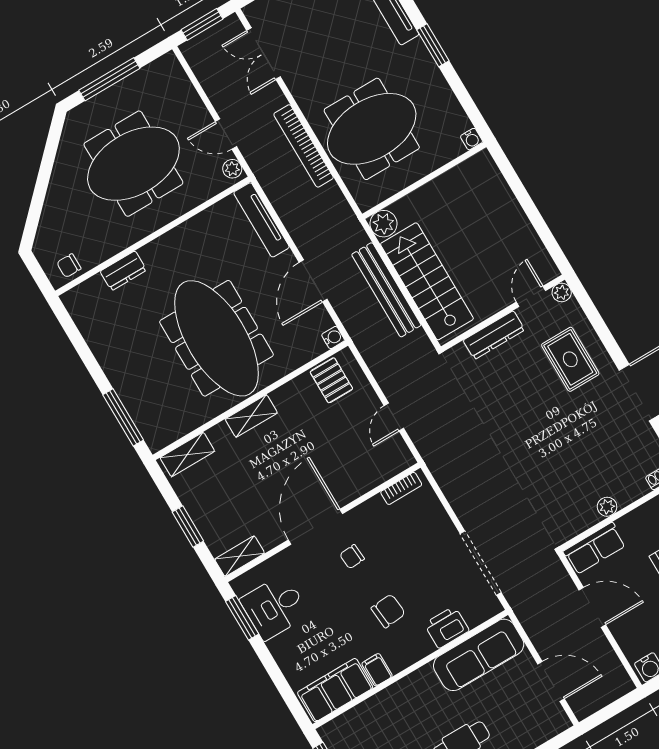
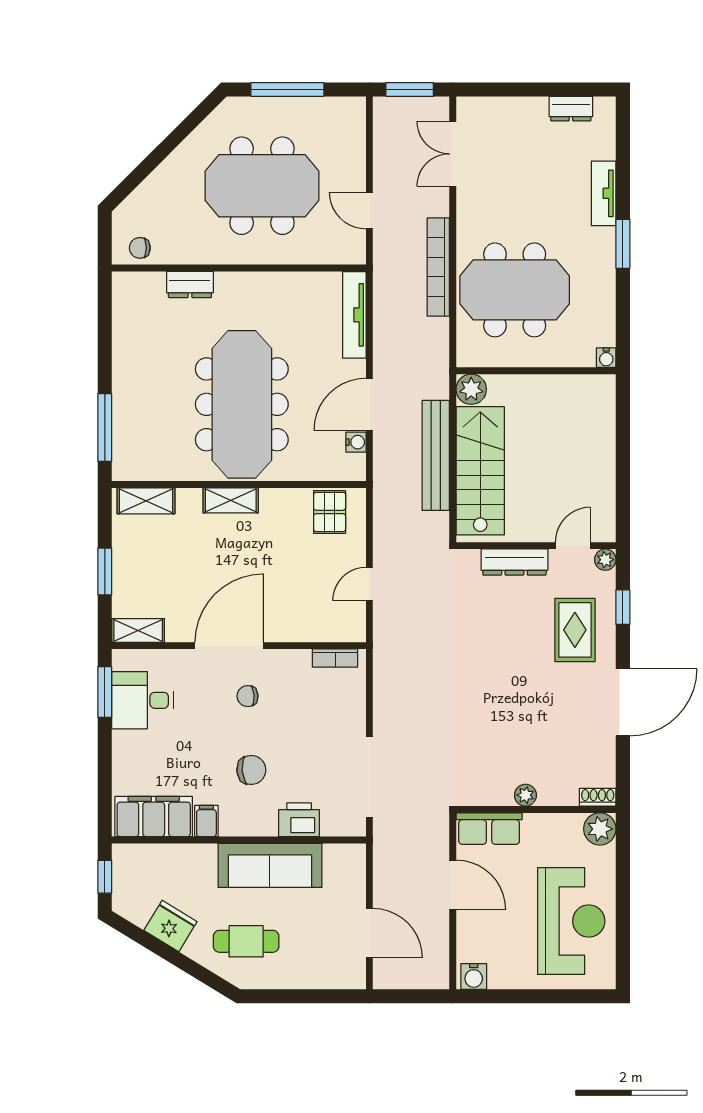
plant: (232, 169) -> (355, 248), removed
window: (596, 321) -> (623, 607), added
water cooler: (333, 338) -> (356, 442), moved
sofa: (479, 655) -> (270, 865), moved

